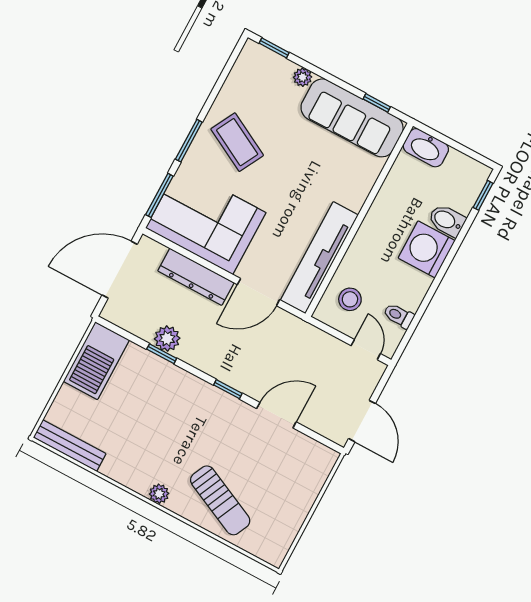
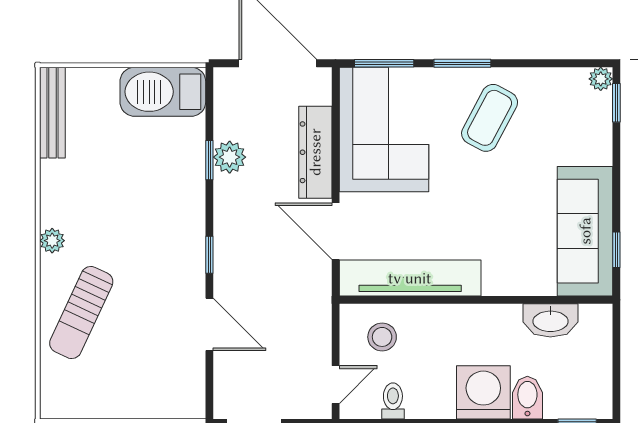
plant: (303, 77) -> (601, 79), moved
washbasin: (426, 148) -> (550, 320), moved, turned -90

